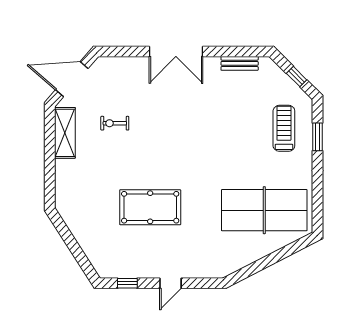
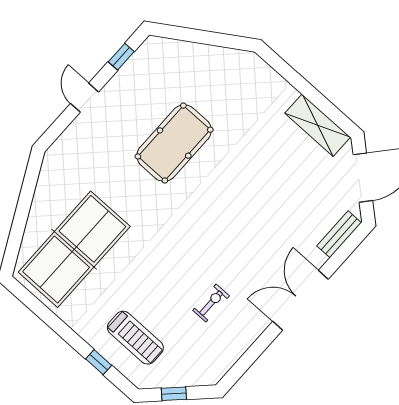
bench: (240, 63) -> (339, 234), moved
exercise bike: (115, 123) -> (211, 303), moved
window: (317, 137) -> (99, 362), width x0.67

